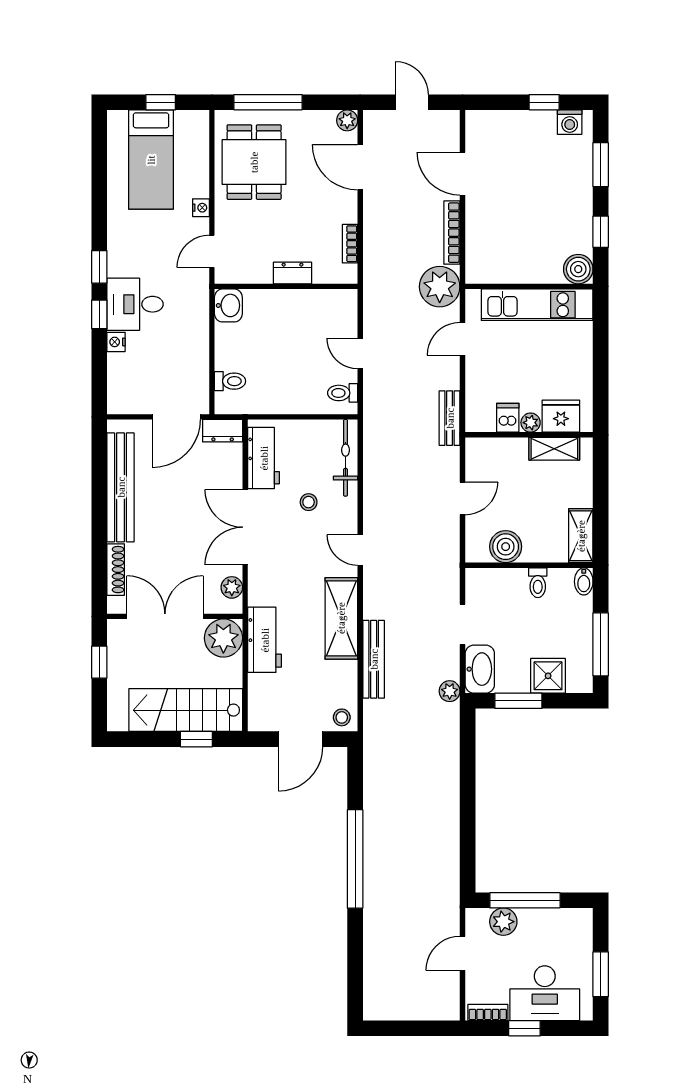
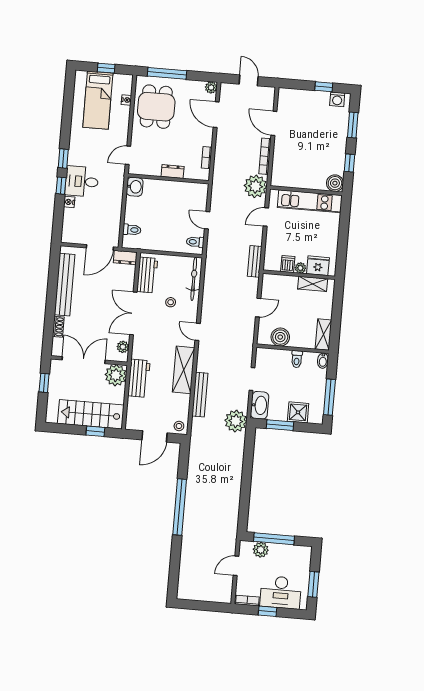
nightstand: (201, 208) -> (126, 100), moved
shoe rack: (116, 570) -> (58, 327), width x0.70
plant: (450, 691) -> (236, 421), width x1.88, depth x1.88

